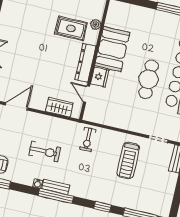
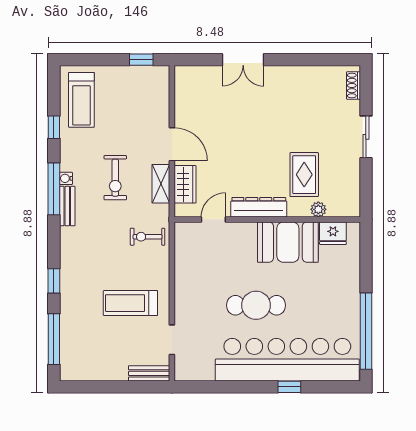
fridge: (100, 77) -> (333, 233), moved
door: (16, 106) -> (172, 144), moved
shelving: (55, 123) -> (161, 184), added
window: (56, 196) -> (54, 189), moved

